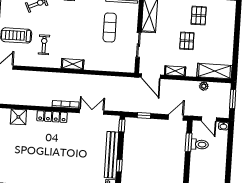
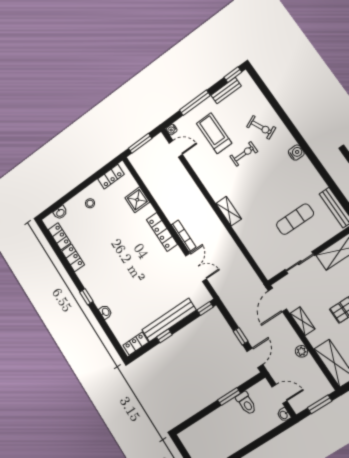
exercise bike: (44, 45) -> (244, 154), moved
plant: (204, 86) -> (301, 351), moved
window: (144, 116) -> (241, 336), moved
door: (176, 118) -> (255, 358), hinge flipped
door: (209, 119) -> (279, 394), swing flipped
window: (188, 142) -> (229, 397), moved

